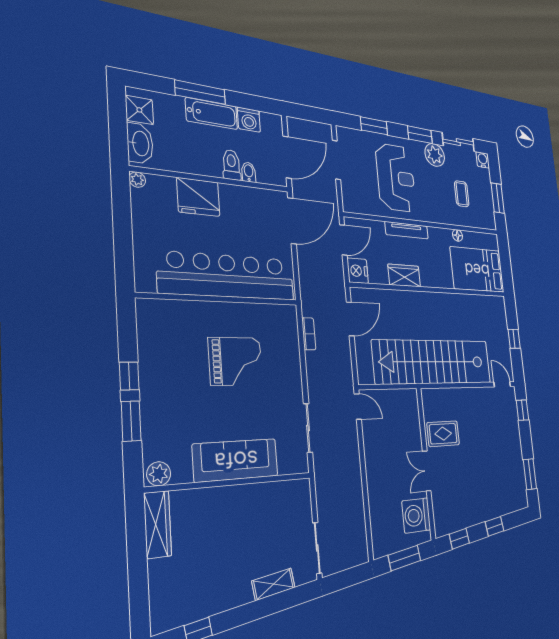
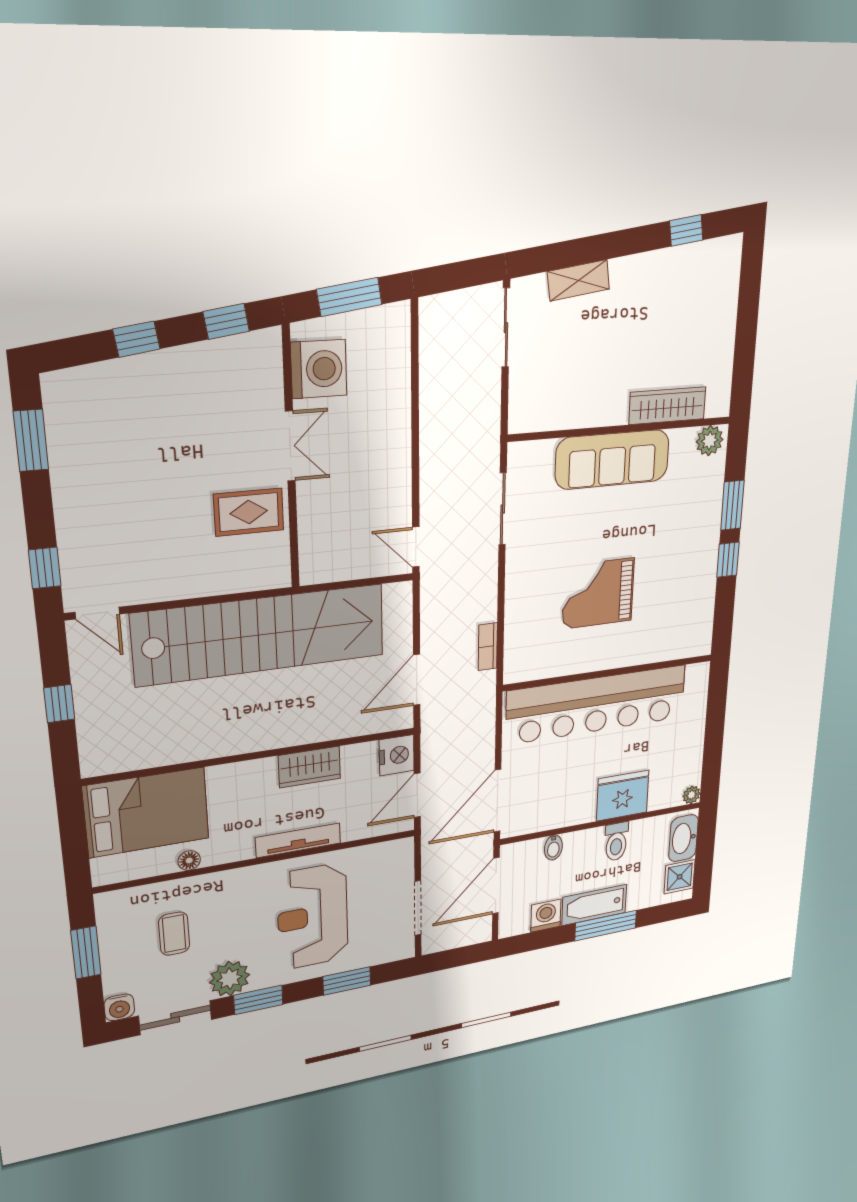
toilet: (231, 165) -> (616, 842), moved
wardrobe: (158, 524) -> (667, 406), moved, turned 90

